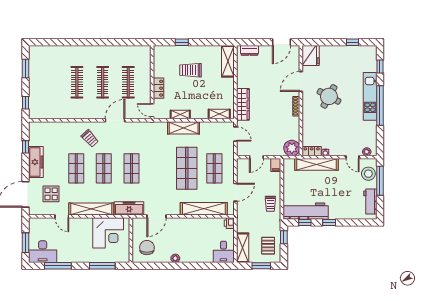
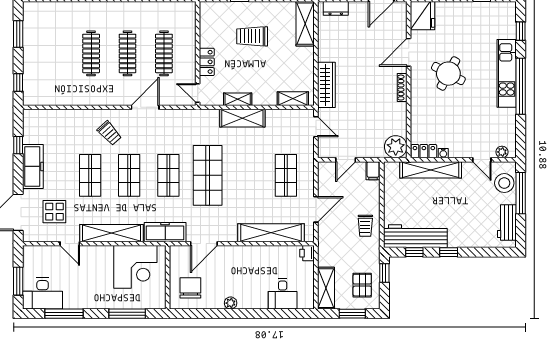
shop shelf: (187, 168) -> (208, 175), moved
desk: (223, 252) -> (283, 294), moved

